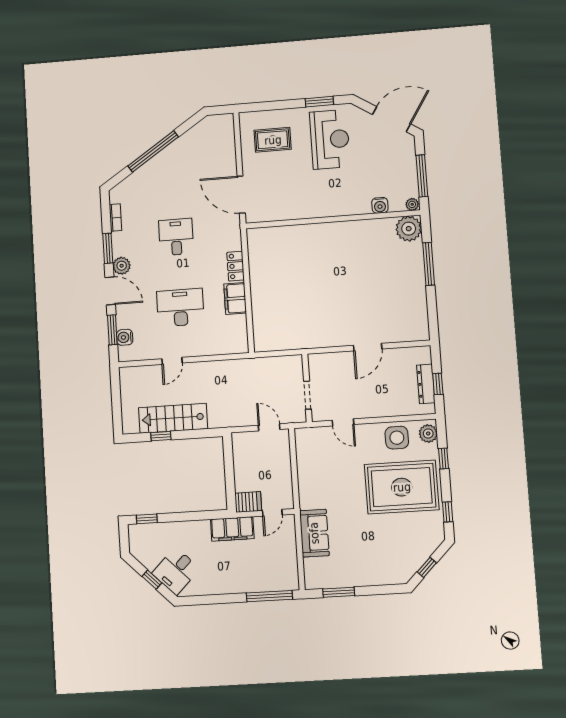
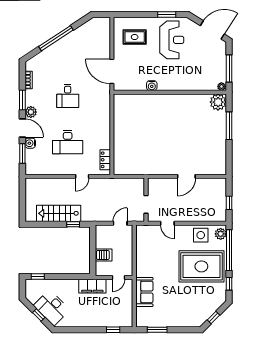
water cooler: (380, 205) -> (152, 86), moved
desk: (176, 237) -> (68, 96), turned 180
locker: (236, 266) -> (105, 160), moved
filing cabinet: (235, 298) -> (104, 139), removed
desk: (180, 308) -> (68, 142), turned 180
water cooler: (125, 337) -> (30, 143), moved
door: (172, 361) -> (82, 176), moved
dresser: (426, 384) -> (222, 202), removed
door: (269, 427) -> (120, 223), hinge flipped
window: (161, 436) -> (73, 224), moved
window: (443, 459) -> (229, 250), width x3.17
server rack: (248, 502) -> (104, 255), moved
desk: (176, 571) -> (52, 308), width x1.37
window: (269, 596) -> (113, 330), width x0.46

